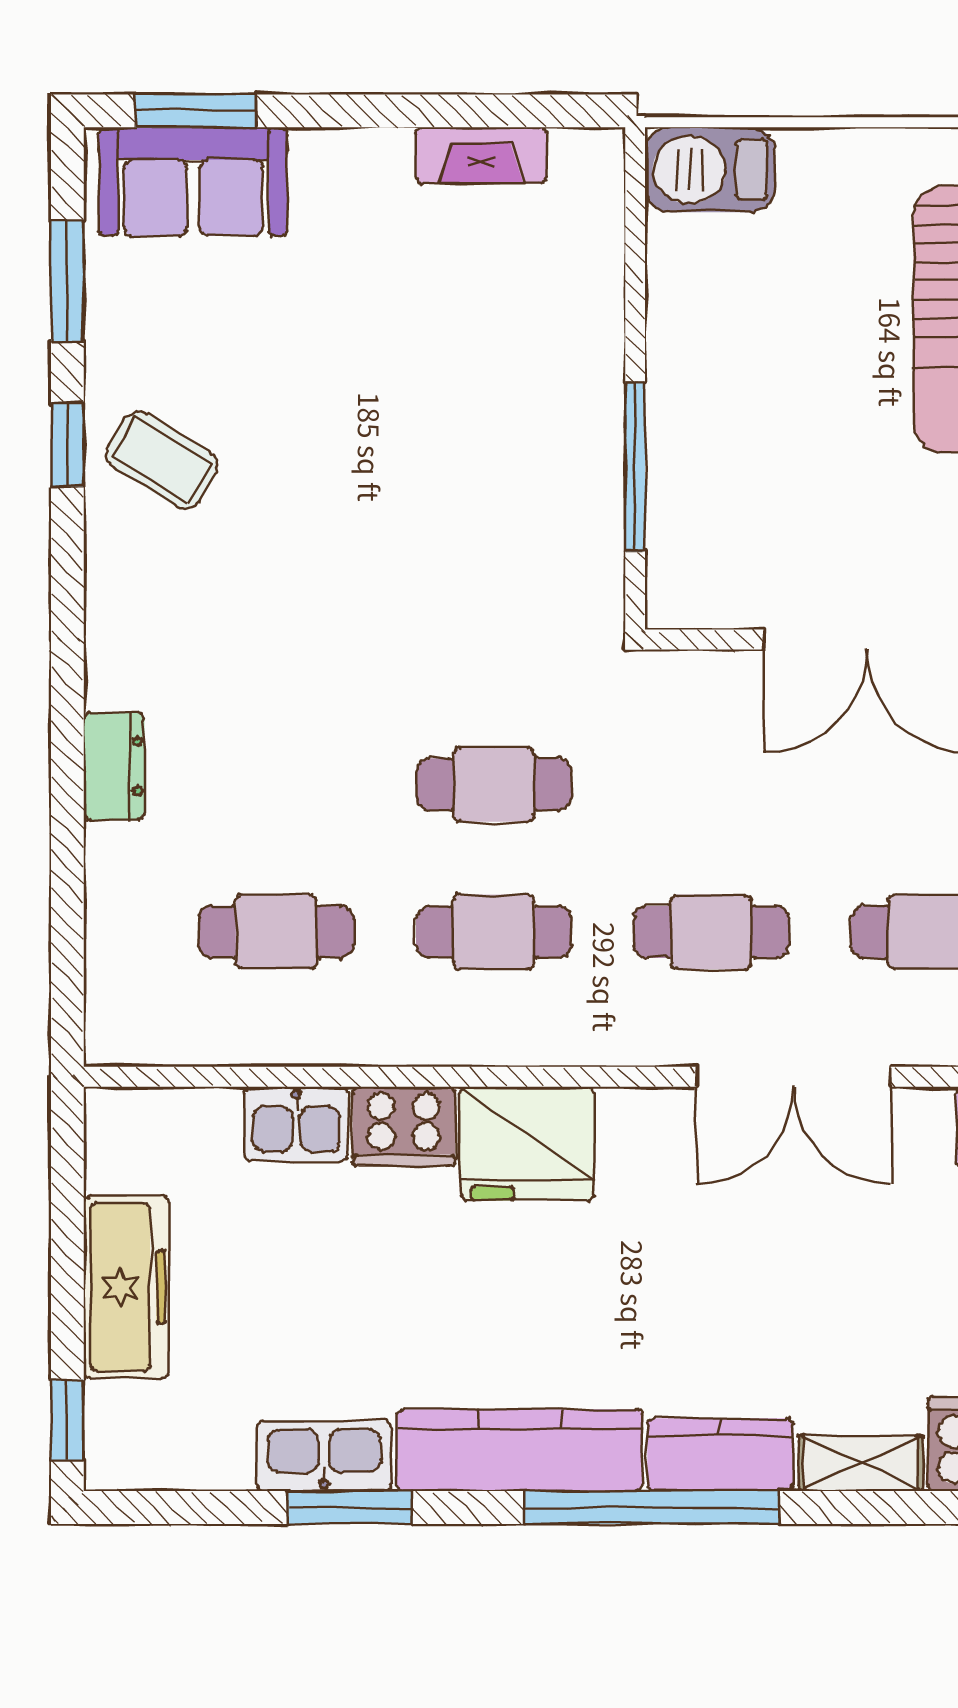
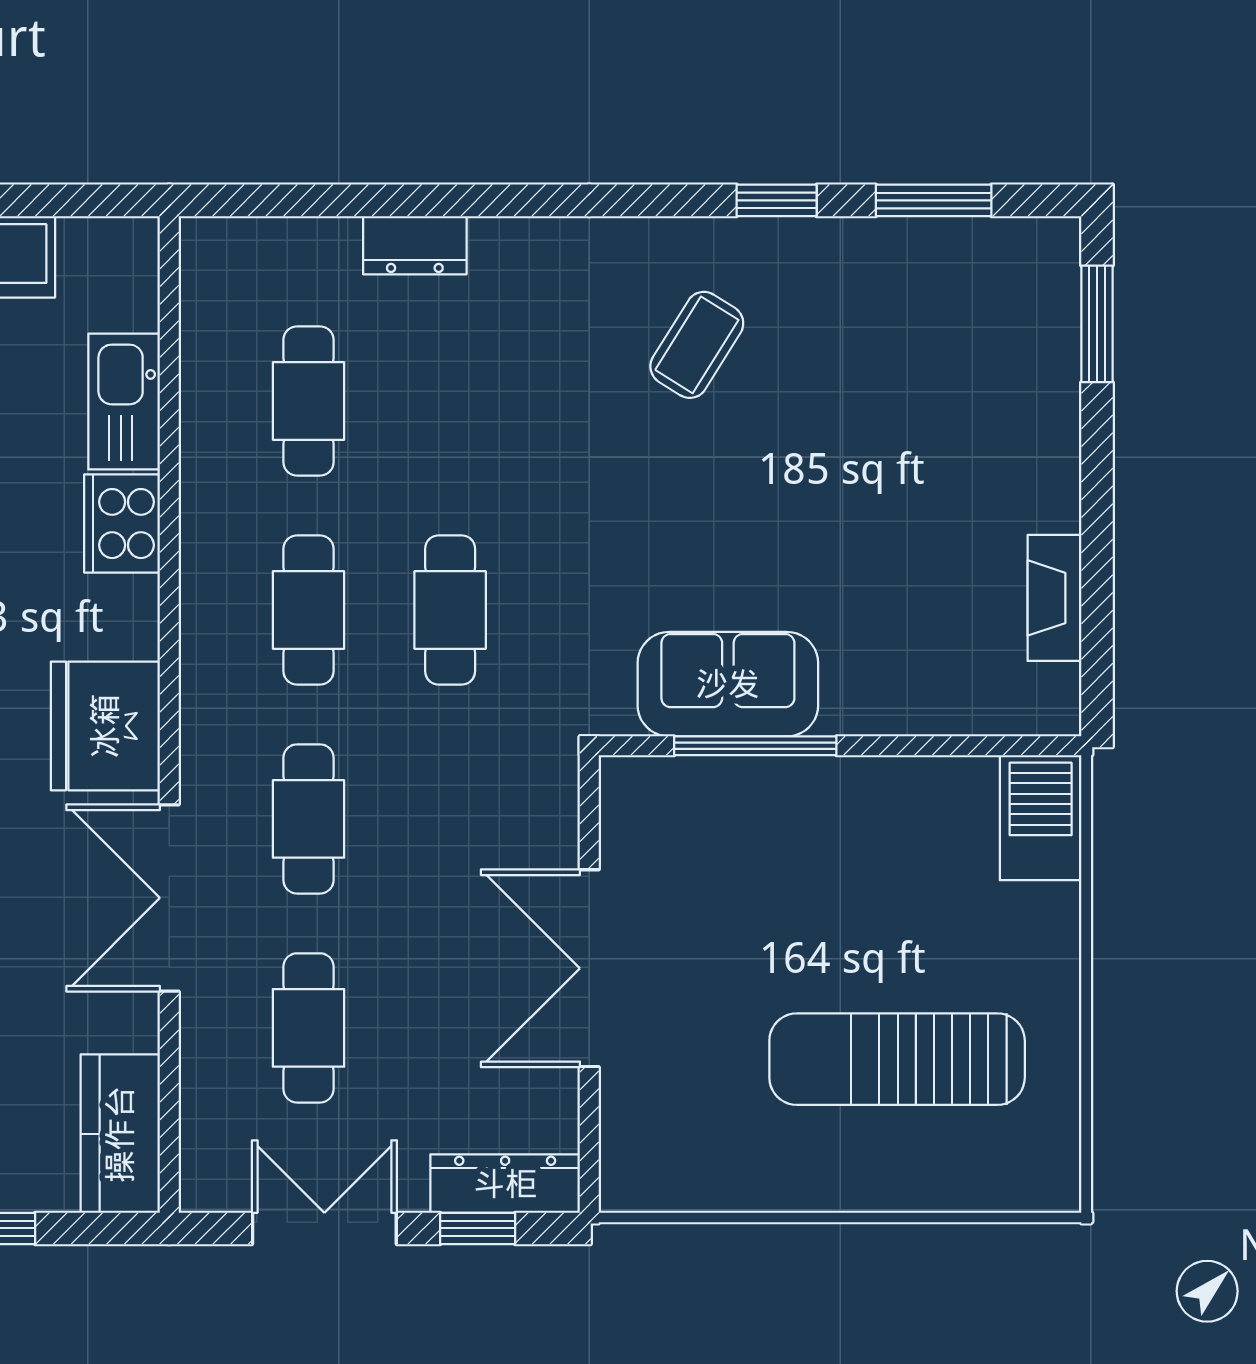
sofa: (193, 182) -> (728, 684), moved, turned 90
coffee table: (162, 460) -> (697, 345), moved
dresser: (114, 766) -> (415, 245), moved
kitchen sink: (296, 1124) -> (124, 402), width x1.38
fridge: (527, 1143) -> (105, 726), moved

